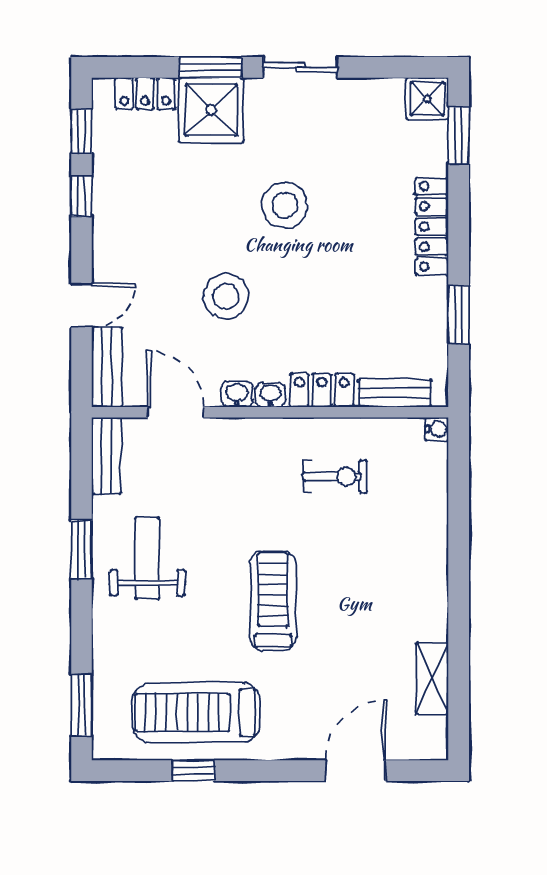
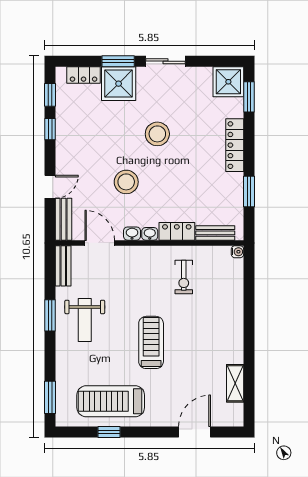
shower: (427, 99) -> (228, 82), width x1.36, depth x1.36
exercise bike: (335, 477) -> (184, 277), turned 90
weight bench: (147, 558) -> (85, 320), turned 180

